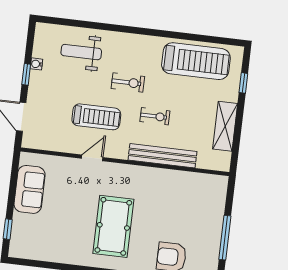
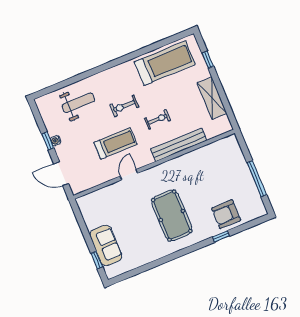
weight bench: (81, 52) -> (78, 103), turned 180
water cooler: (36, 64) -> (56, 141), moved
exercise bike: (128, 82) -> (124, 106), turned 180
sofa: (30, 189) -> (106, 245), moved

